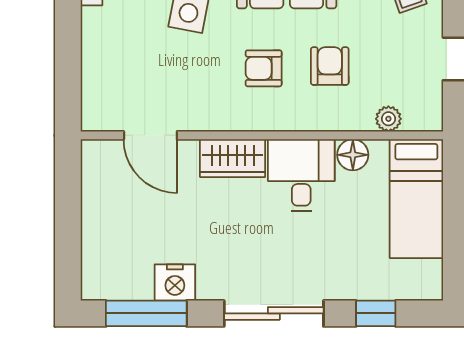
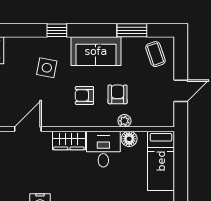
plant: (388, 119) -> (124, 121), moved
door: (150, 135) -> (28, 129), swing flipped

